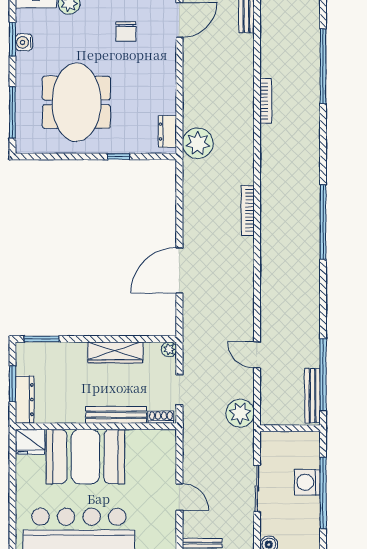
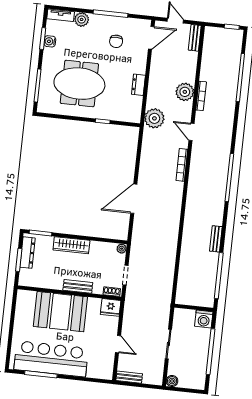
meeting table: (76, 102) -> (79, 84), turned 90
dresser: (167, 131) -> (138, 85), moved
wardrobe: (115, 352) -> (71, 245), moved
door: (257, 355) -> (191, 132), moved
bench: (312, 396) -> (216, 239), moved, width x0.73
dresser: (25, 400) -> (27, 253), moved
plant: (240, 413) -> (185, 92), moved
bench: (116, 415) -> (78, 286), width x0.73
fridge: (30, 442) -> (111, 307), moved
washing machine: (307, 482) -> (204, 319), moved, turned -90

